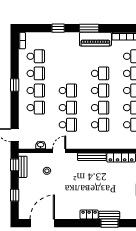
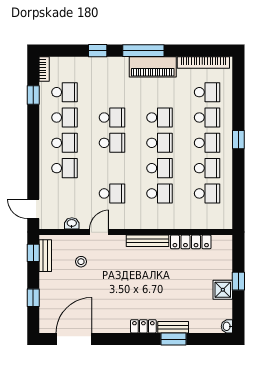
window: (89, 28) -> (143, 51), width x1.44
window: (15, 85) -> (33, 95), moved
school desk: (68, 108) -> (112, 117), moved

